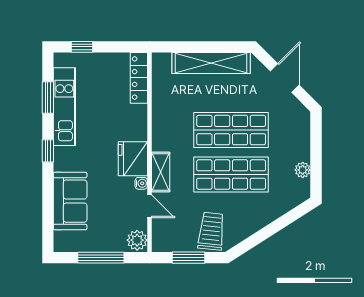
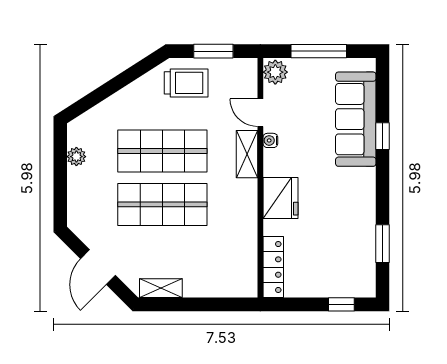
shelving: (211, 63) -> (161, 288), width x0.45, depth x0.75
kitchen unit: (64, 107) -> (363, 233), removed
window: (48, 151) -> (383, 136), moved
fridge: (133, 159) -> (280, 198), moved
sofa: (70, 201) -> (356, 119), width x1.36
trolley: (211, 231) -> (186, 83), turned -96

